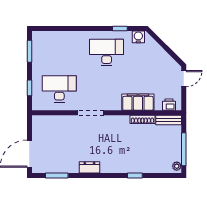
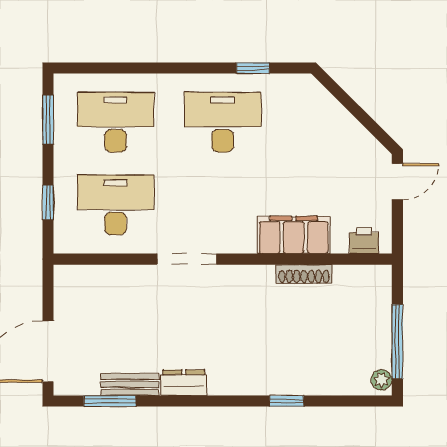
water cooler: (138, 37) -> (295, 87), removed
desk: (59, 52) -> (116, 122), added
bench: (169, 120) -> (130, 384), moved

